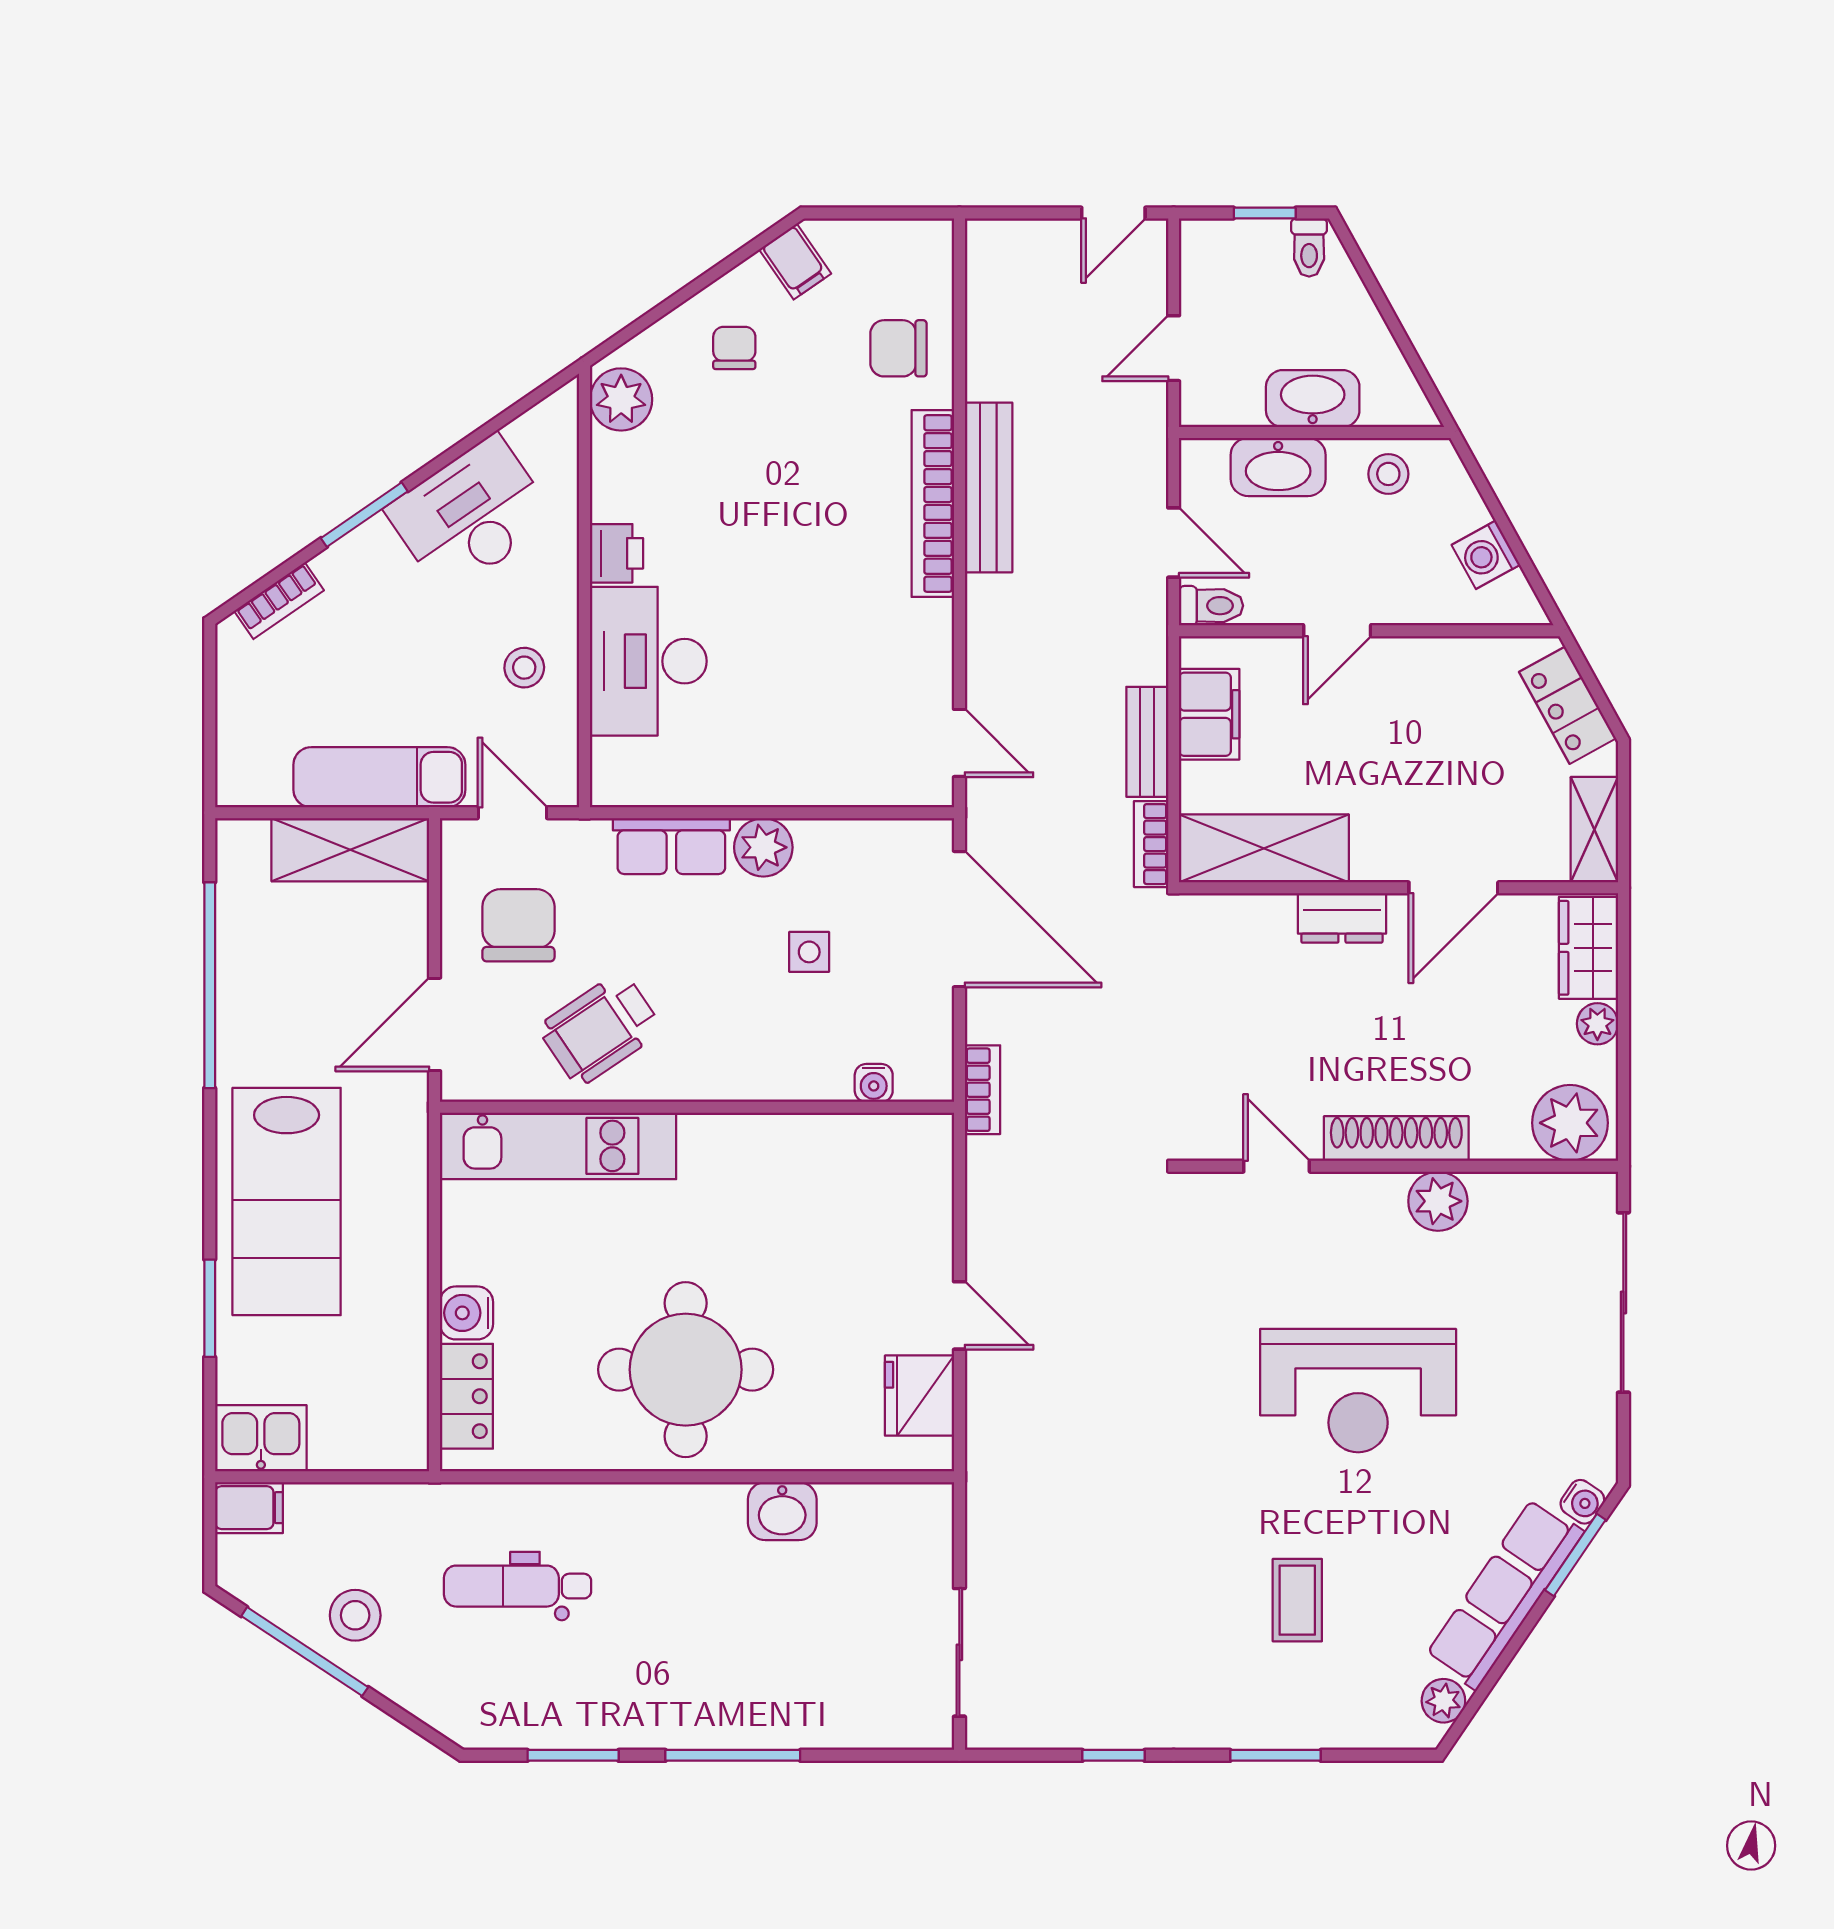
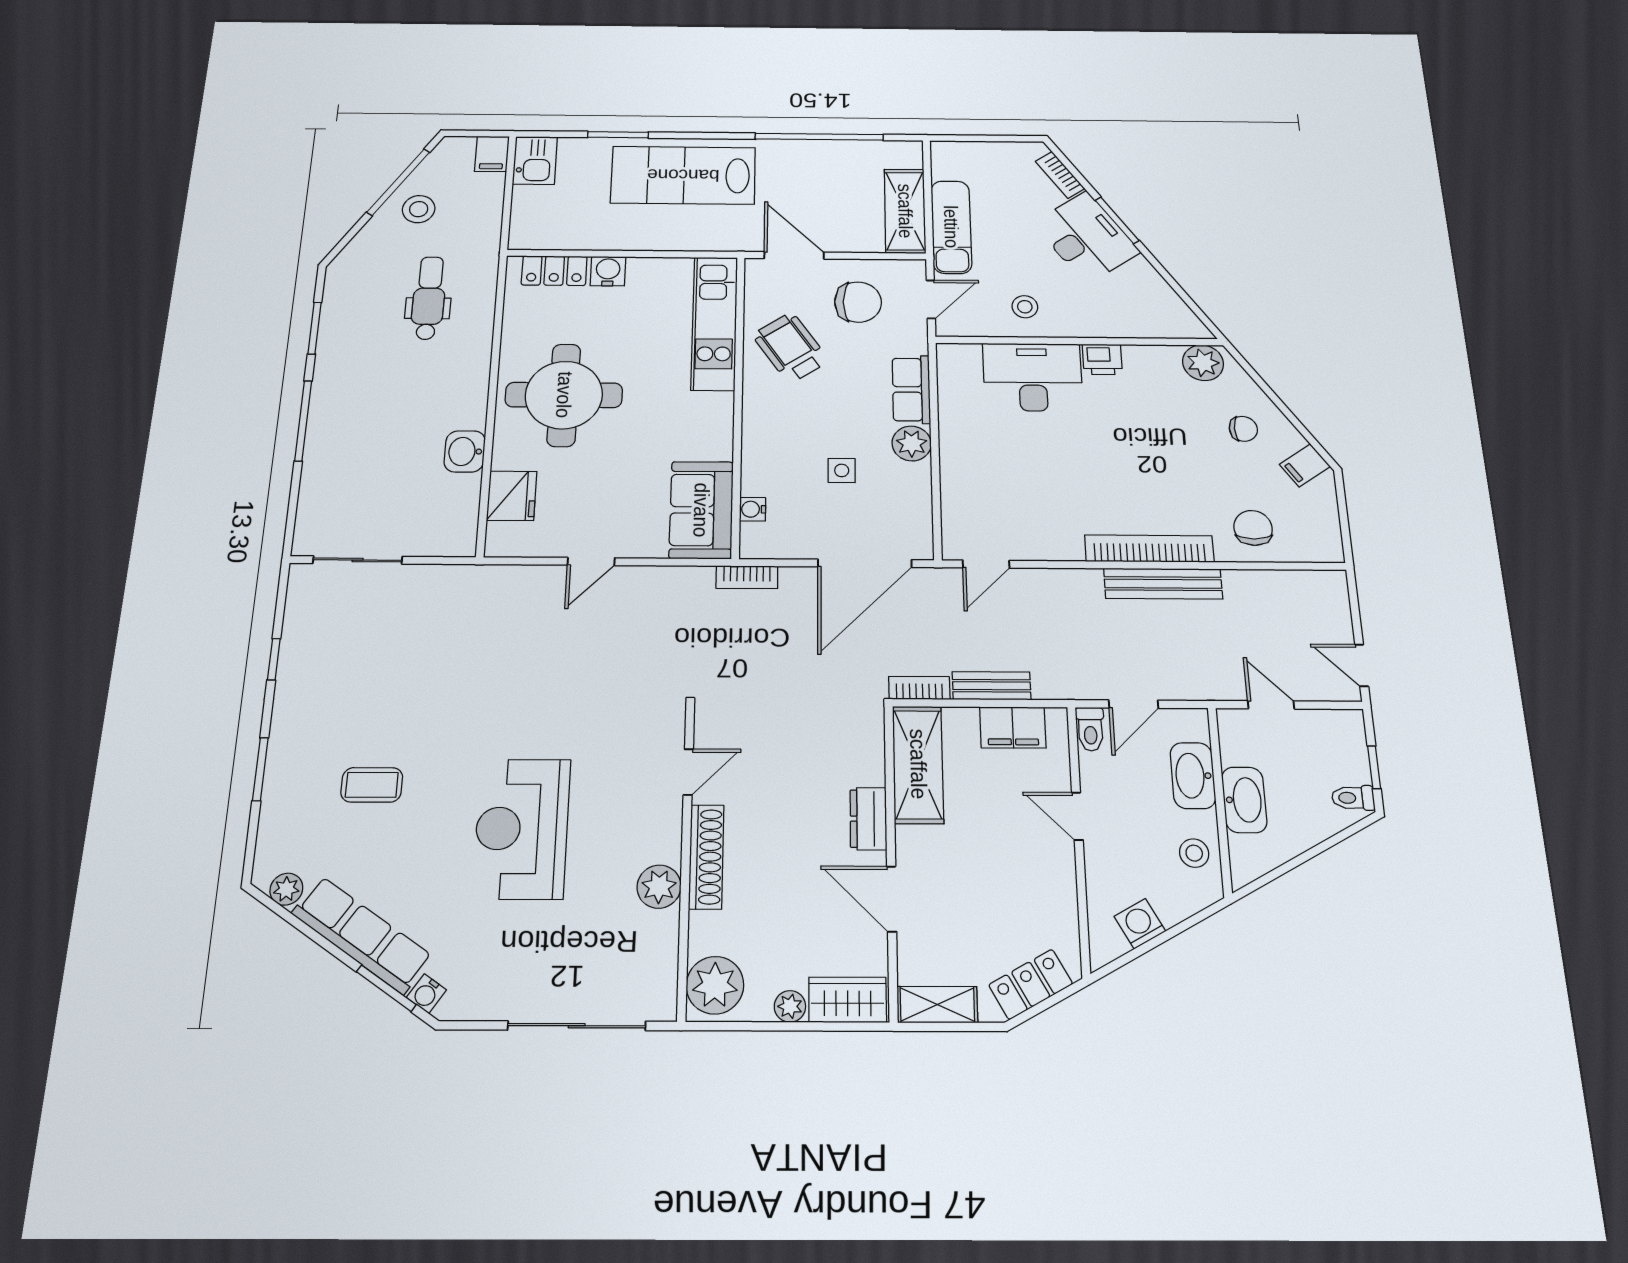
desk: (471, 515) -> (1086, 238), moved
sofa: (875, 1158) -> (701, 510), added
fridge: (919, 1396) -> (512, 496), moved, turned 90

